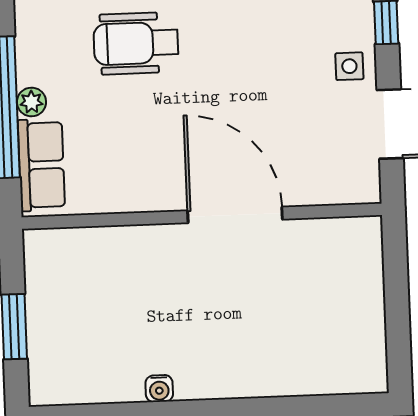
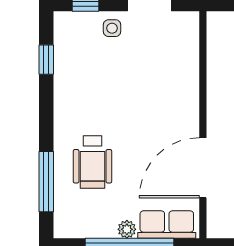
door: (235, 215) -> (203, 168), moved

